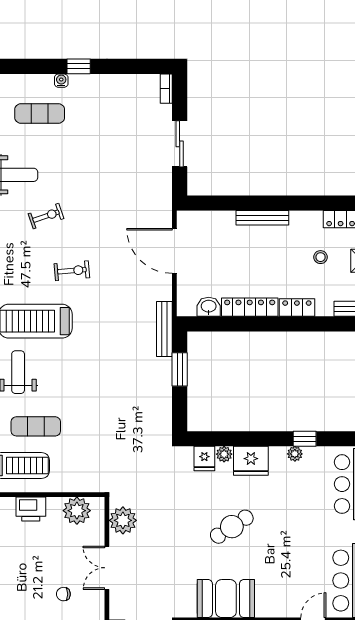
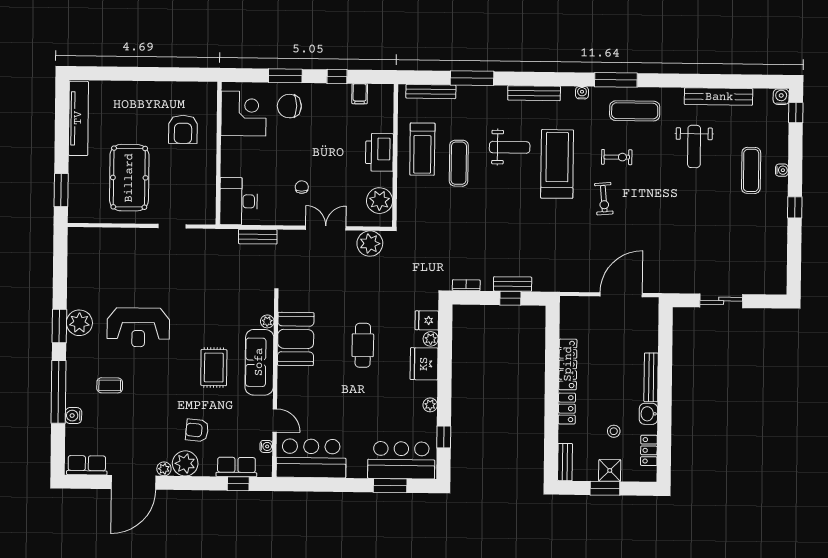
water cooler: (61, 81) -> (782, 170), moved
bookcase: (166, 89) -> (466, 285), moved
exercise bike: (46, 216) -> (617, 157), moved, turned -71
washbasin: (209, 307) -> (648, 414), moved, turned 180
bench: (164, 329) -> (513, 284), moved, width x0.73
window: (180, 369) -> (510, 298), width x0.67
window: (305, 439) -> (444, 437), moved
printer: (31, 509) -> (379, 152), width x1.37, depth x1.19
cafe table: (232, 527) -> (363, 345), turned 33

